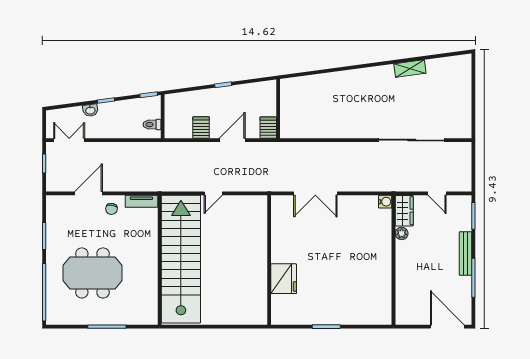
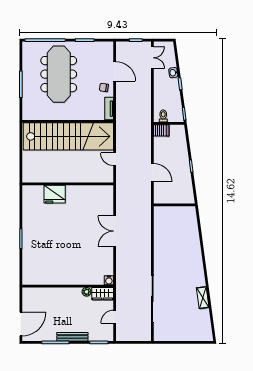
server rack: (201, 127) -> (161, 130), moved
server rack: (268, 128) -> (161, 198), removed
wall: (269, 260) -> (68, 184), moved
meeting table: (92, 273) -> (59, 74), width x1.36
fridge: (284, 279) -> (55, 194), moved

